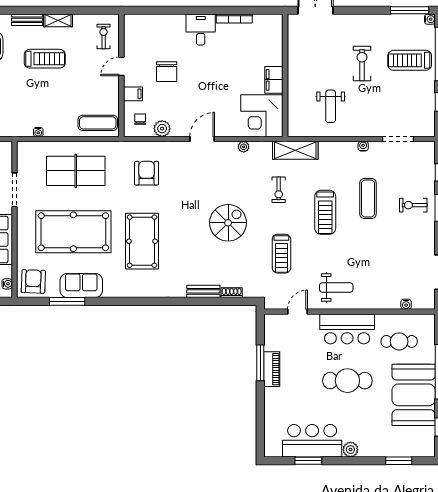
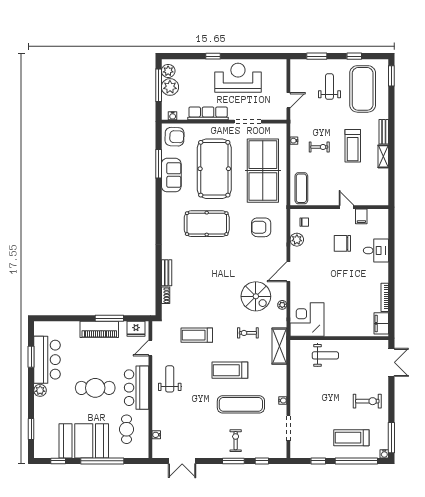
desk: (201, 30) -> (376, 251), moved
exercise bike: (104, 37) -> (319, 147), moved
treadmill: (410, 60) -> (351, 438), turned -90
exercise bike: (362, 63) -> (367, 401), moved
filing cabinet: (274, 80) -> (381, 323), moved, turned -90
filing cabinet: (133, 94) -> (361, 216), moved
weight bench: (331, 106) -> (325, 355), moved, turned 180
door: (202, 139) -> (288, 272), swing flipped
table tennis table: (76, 171) -> (263, 171), width x1.36, depth x1.32
armchair: (147, 173) -> (261, 227), turned 180
exercise mat: (368, 198) -> (241, 404), width x1.36, depth x1.45
spiral stairs: (228, 223) -> (256, 296), moved
weight bench: (336, 288) -> (170, 379), turned 180
door: (298, 312) -> (150, 348), swing flipped
fridge: (274, 330) -> (136, 329), added
piano: (272, 369) -> (99, 329), width x1.37, depth x1.33
cafe table: (347, 381) -> (95, 388), turned 90

